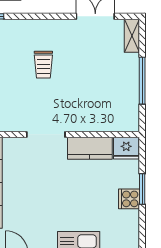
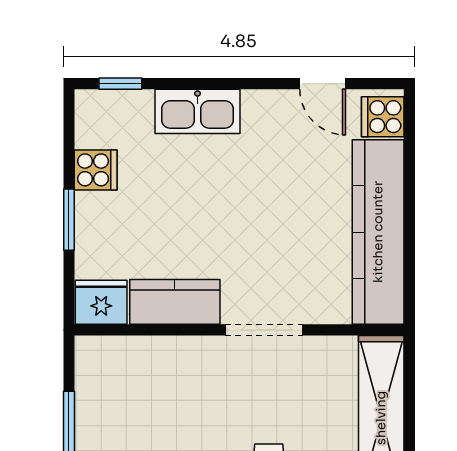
cooker: (129, 199) -> (96, 170), moved

